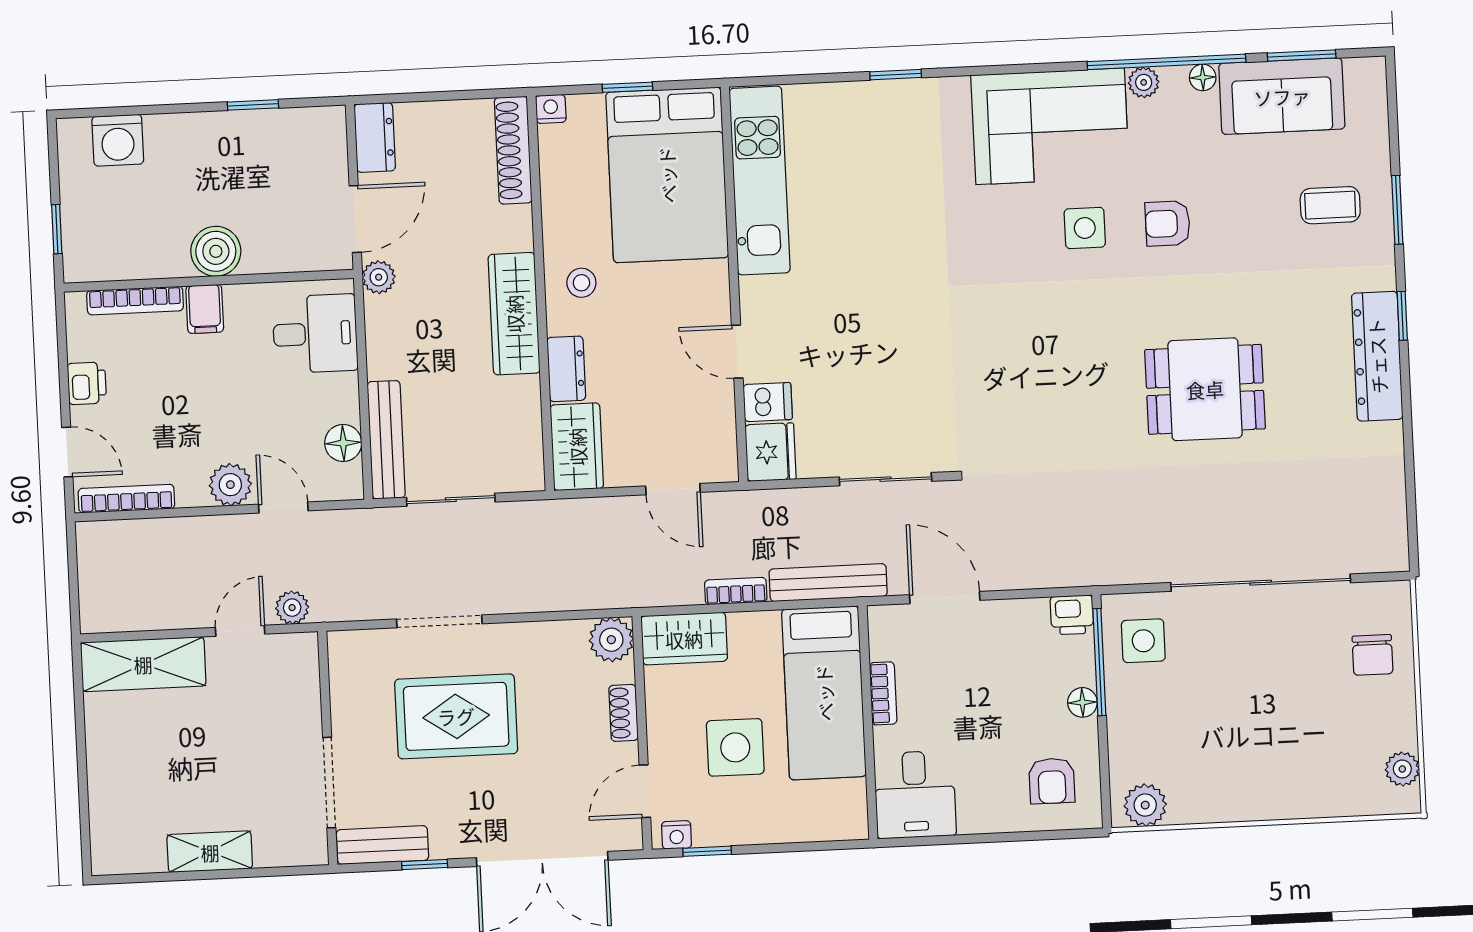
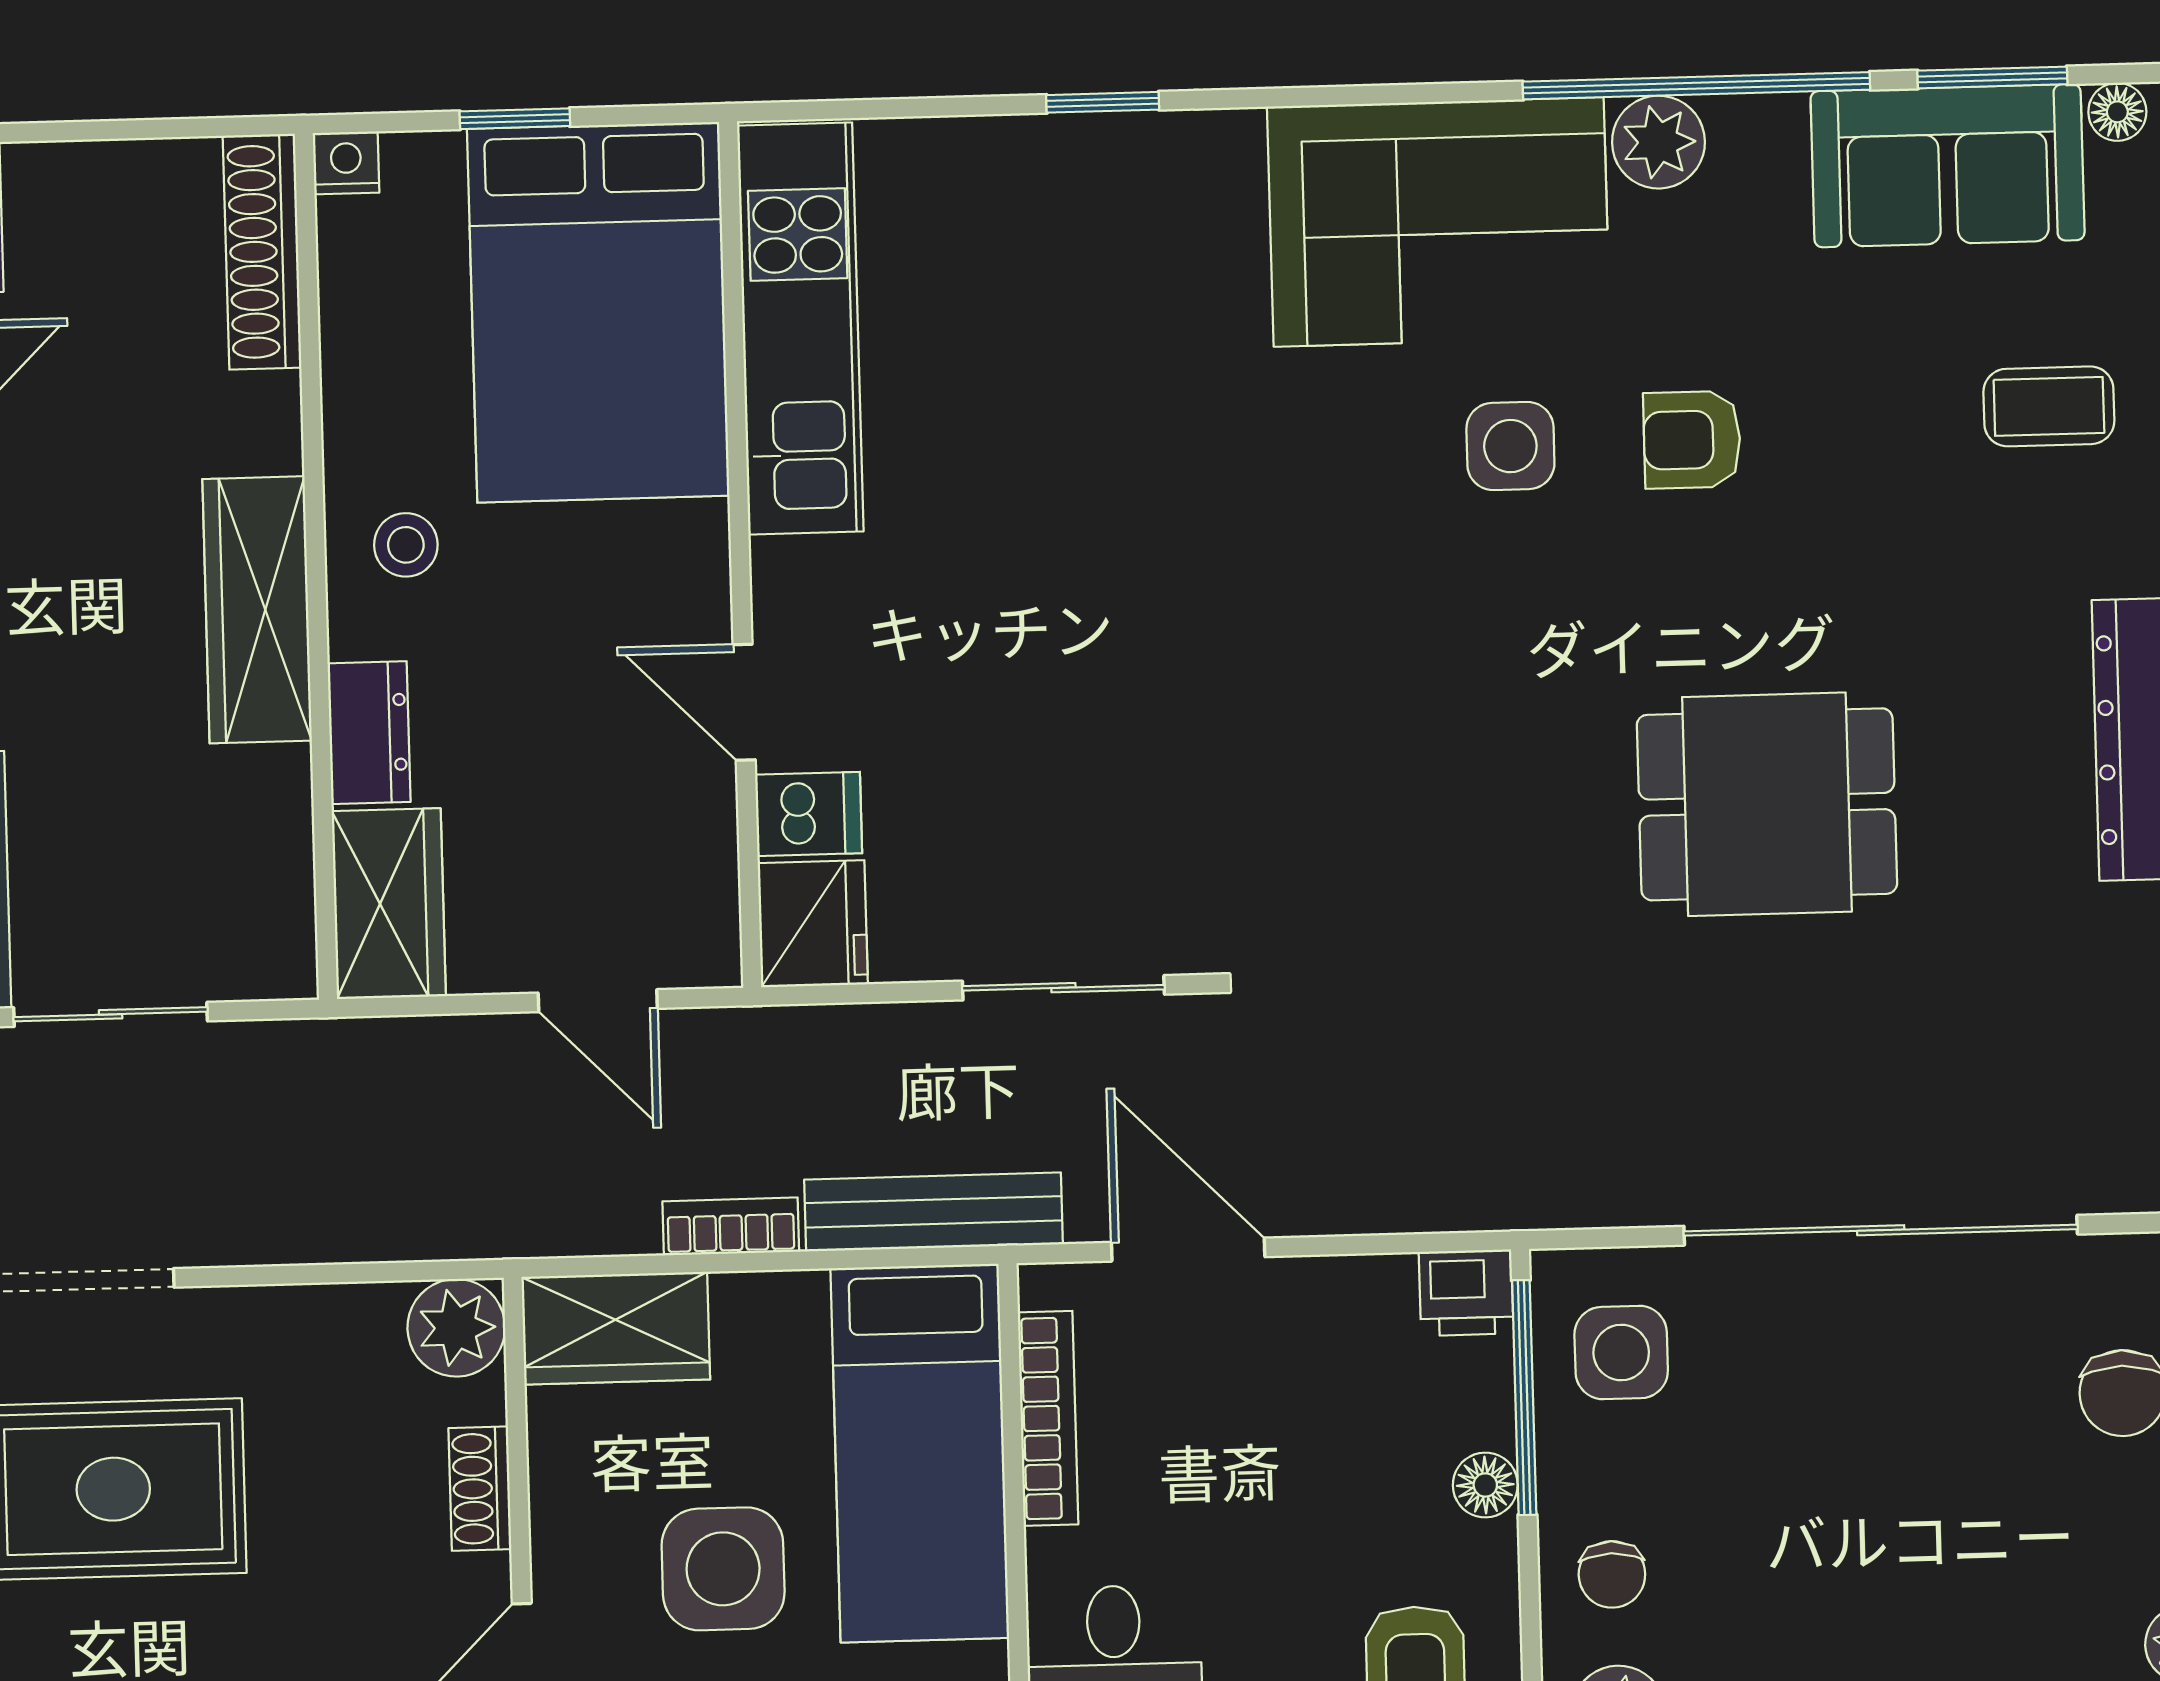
floor lamp: (1203, 77) -> (2117, 112), moved
plant: (1144, 82) -> (1658, 142), width x1.38, depth x1.38
bookcase: (883, 693) -> (1048, 1418), width x1.56
chair: (1141, 742) -> (1612, 1574), added

